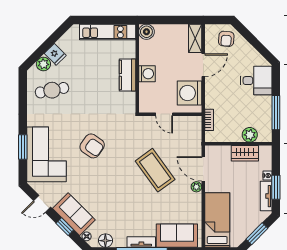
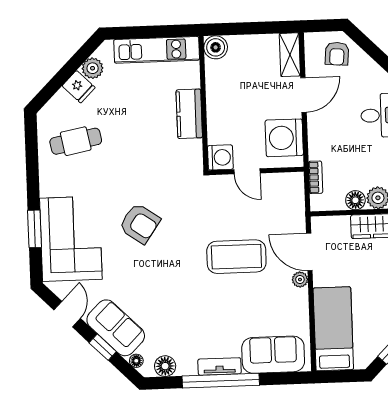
plant: (43, 64) -> (93, 68), moved
washing machine: (147, 74) -> (220, 157), moved
floor lamp: (235, 136) -> (355, 200), added
coffee table: (155, 170) -> (236, 257), turned -54
door: (42, 204) -> (67, 314), swing flipped

